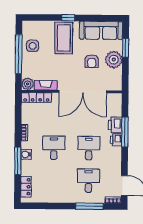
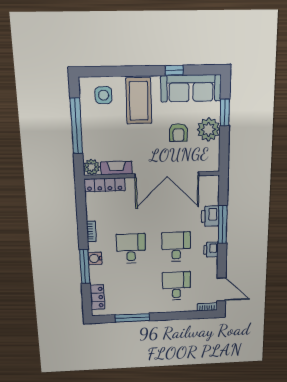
window: (68, 18) -> (174, 70), moved
side table: (33, 46) -> (104, 95), moved
printer: (116, 140) -> (211, 250), moved
window: (89, 206) -> (132, 318), moved

